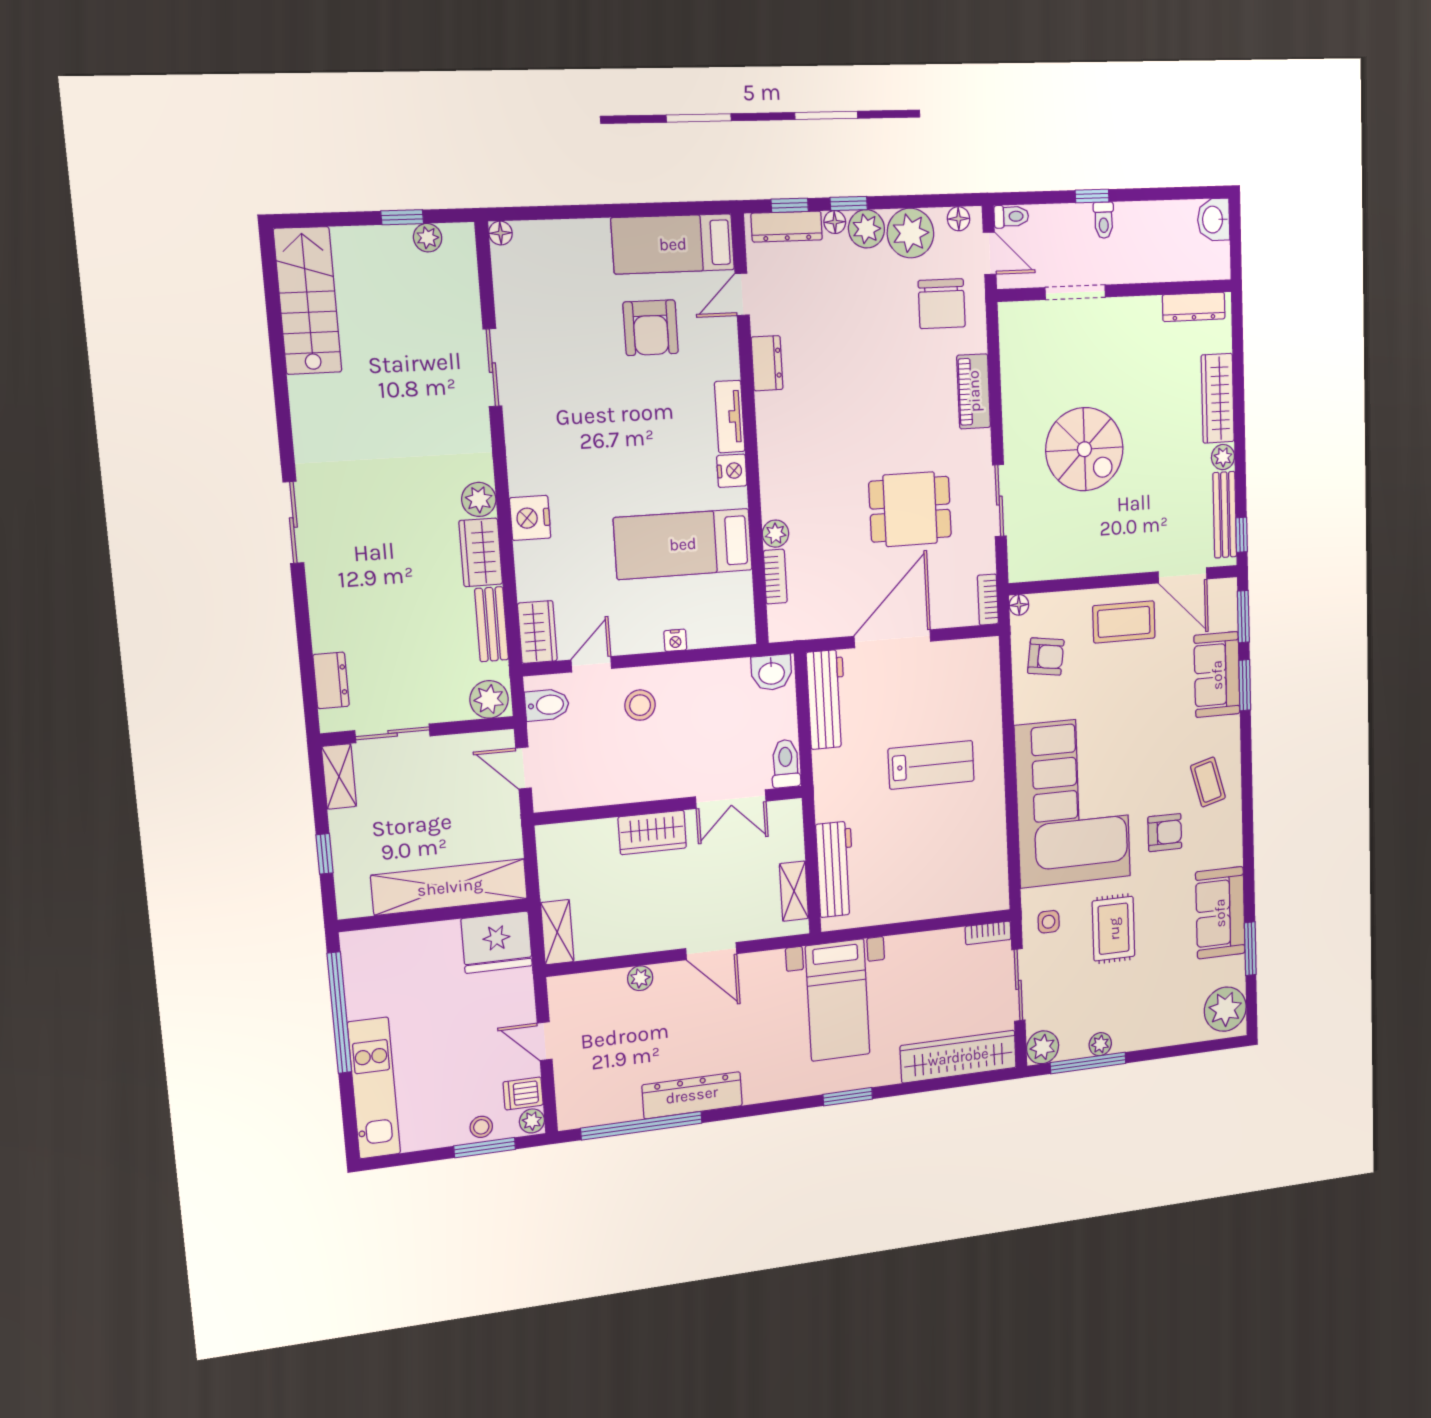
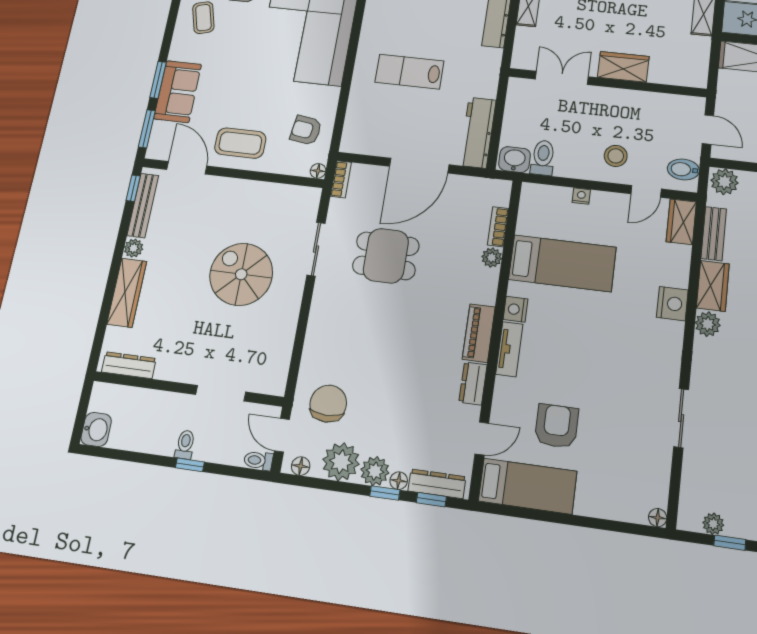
piano: (974, 391) -> (479, 333), moved, turned 180
toilet: (786, 764) -> (543, 158), moved, turned 180

